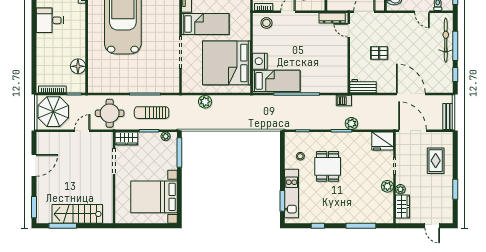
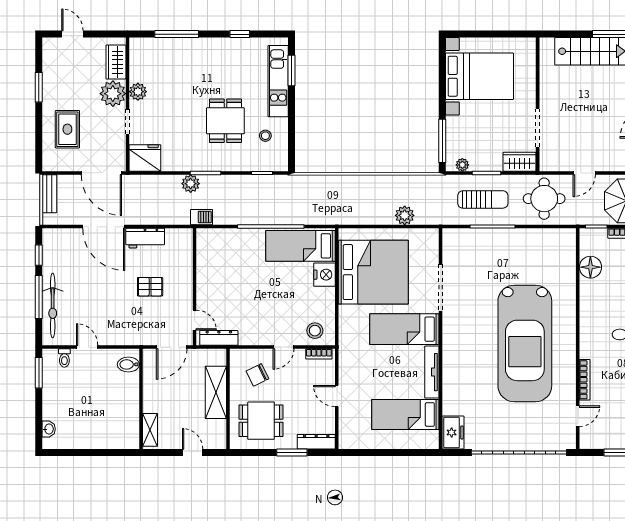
workbench: (363, 86) -> (145, 238), moved
plant: (400, 189) -> (113, 94), width x1.88, depth x1.88

